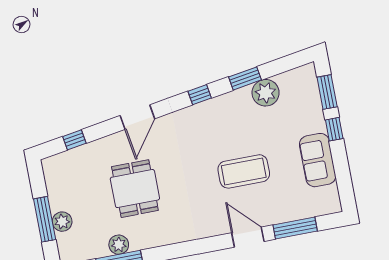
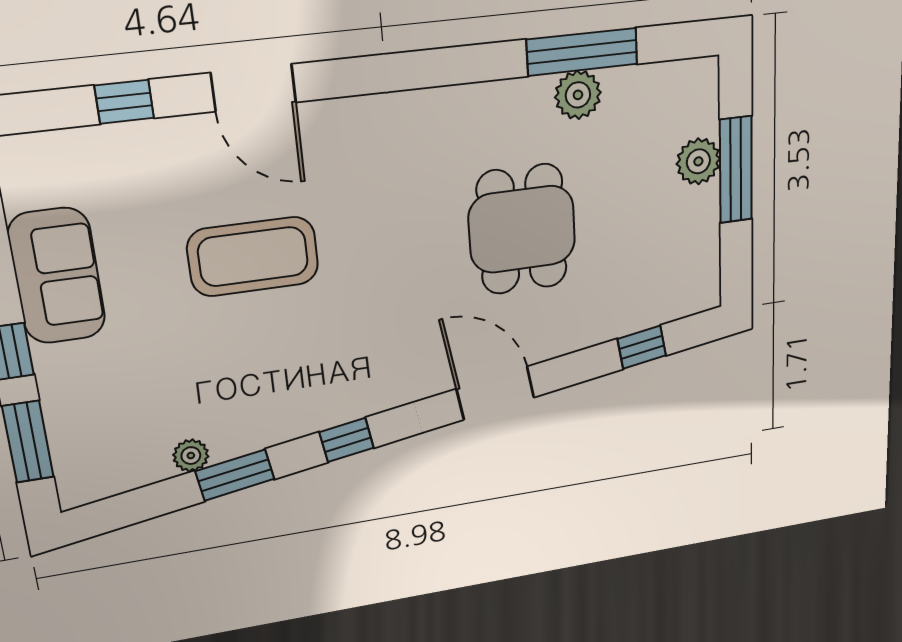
plant: (266, 93) -> (191, 456), width x0.53, depth x0.53
door: (137, 117) -> (495, 393), hinge flipped
window: (295, 228) -> (124, 102), width x0.46

